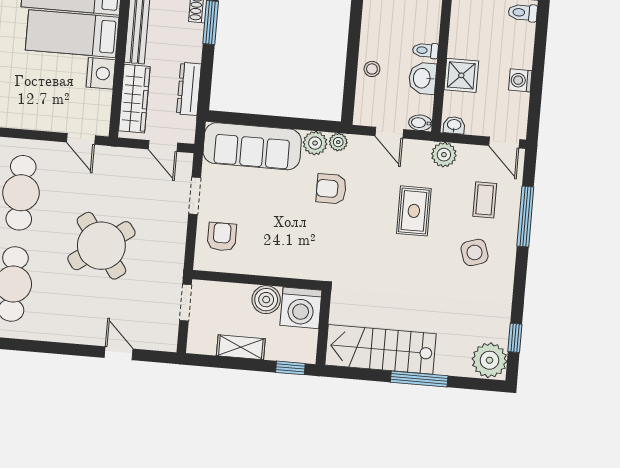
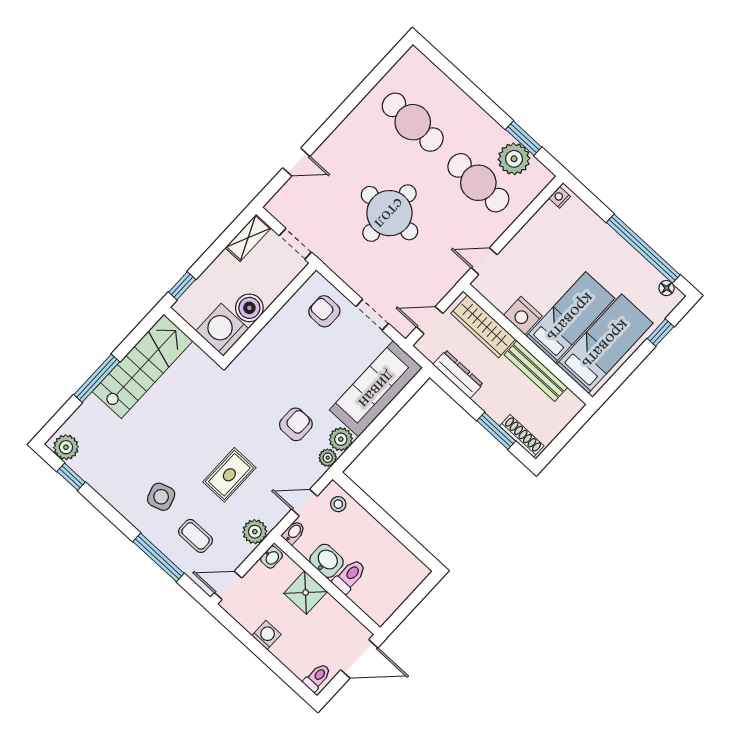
toilet: (425, 50) -> (349, 576), width x1.37, depth x1.39
stool: (372, 69) -> (338, 504), moved
rug: (414, 211) -> (229, 475), turned 90
armchair: (222, 237) -> (324, 311), turned 180
round table: (101, 246) -> (389, 213), turned 36
shelving: (241, 347) -> (248, 238), moved
plant: (489, 360) -> (66, 447), width x0.73, depth x0.73

